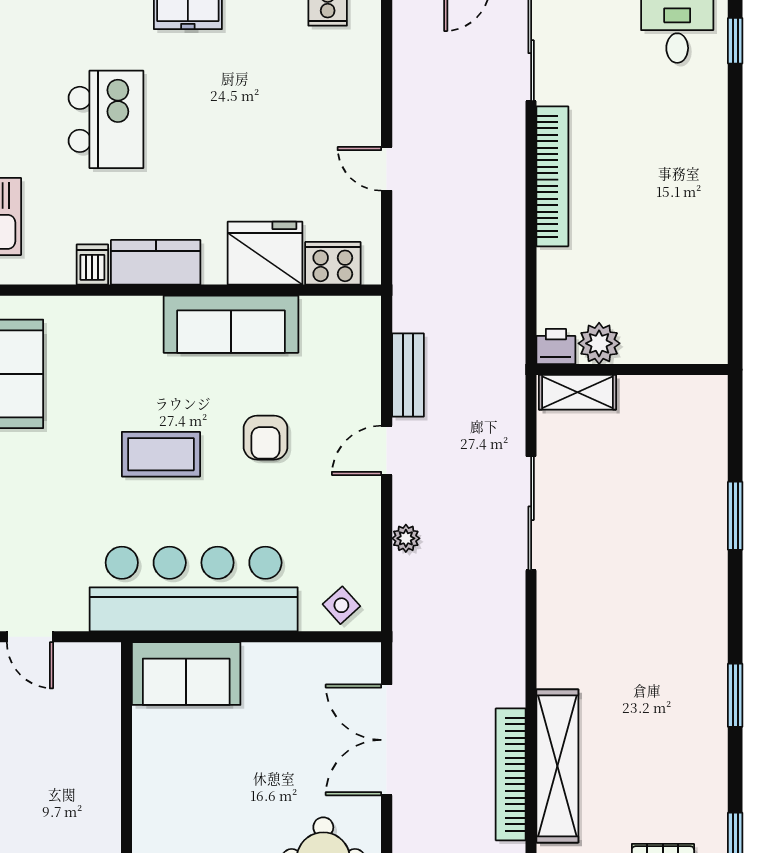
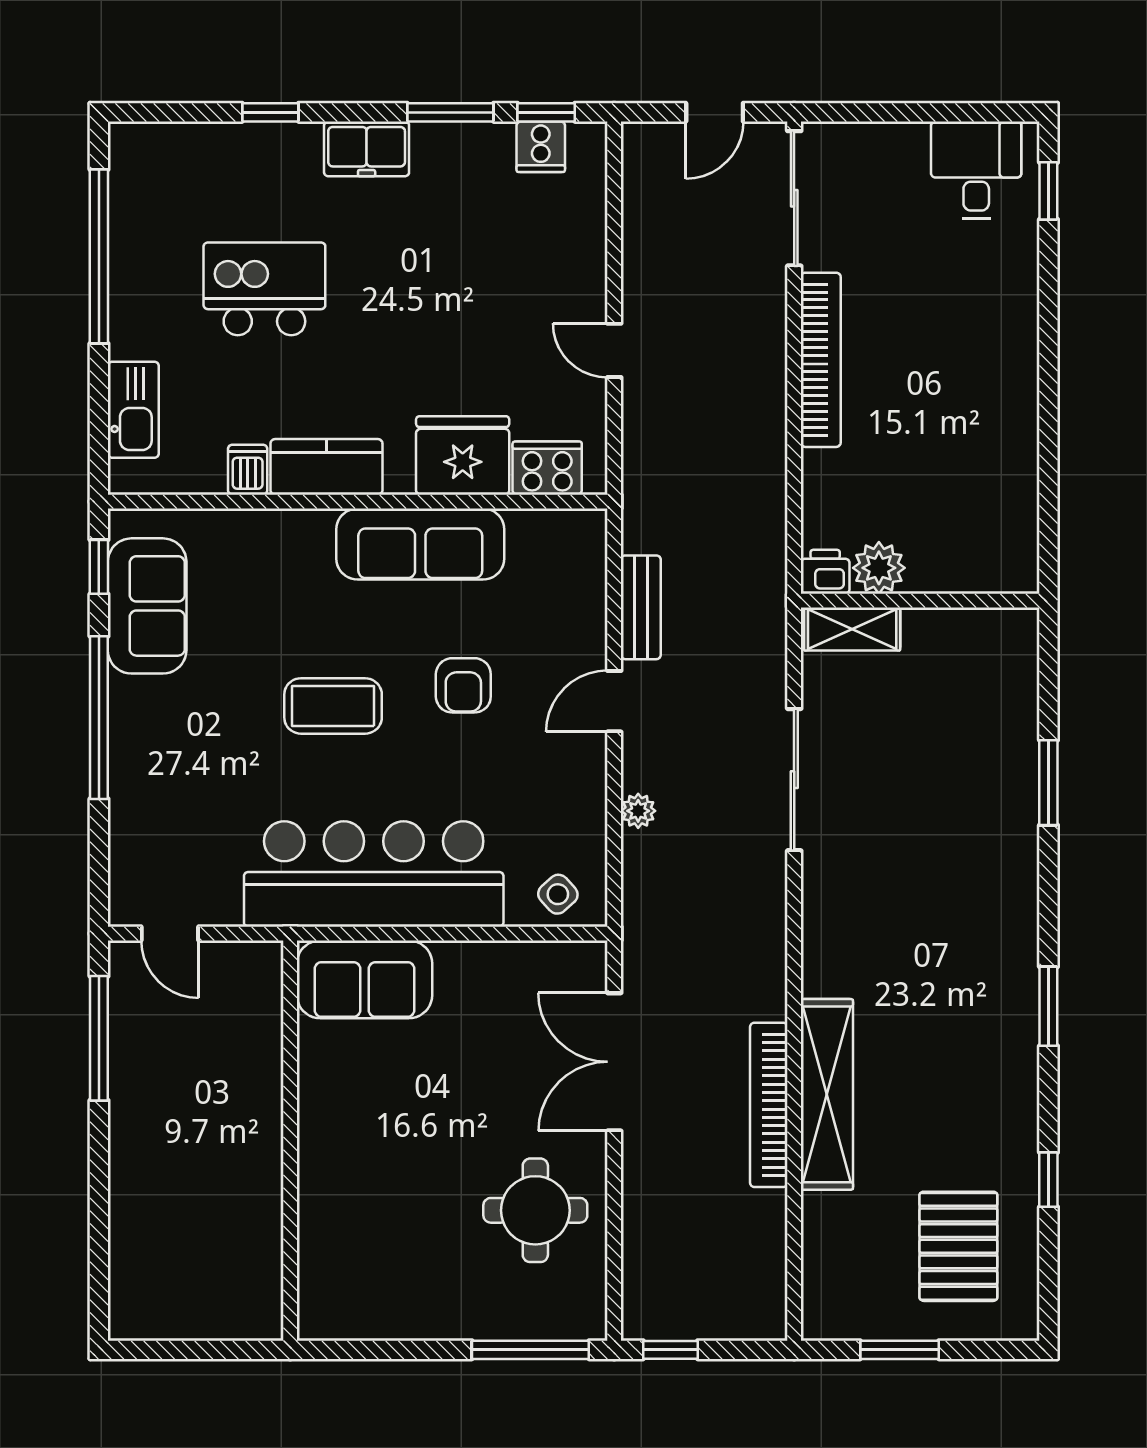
kitchen island: (106, 119) -> (264, 289), turned -90

